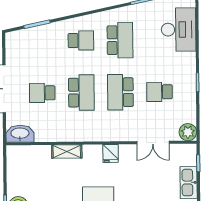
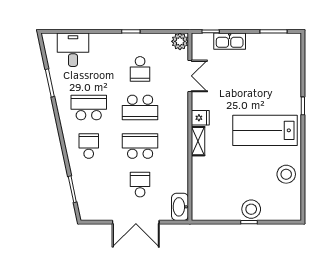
desk: (179, 30) -> (73, 50), width x0.73
school desk: (42, 93) -> (140, 185), turned 180
shelving: (67, 152) -> (198, 141), moved

